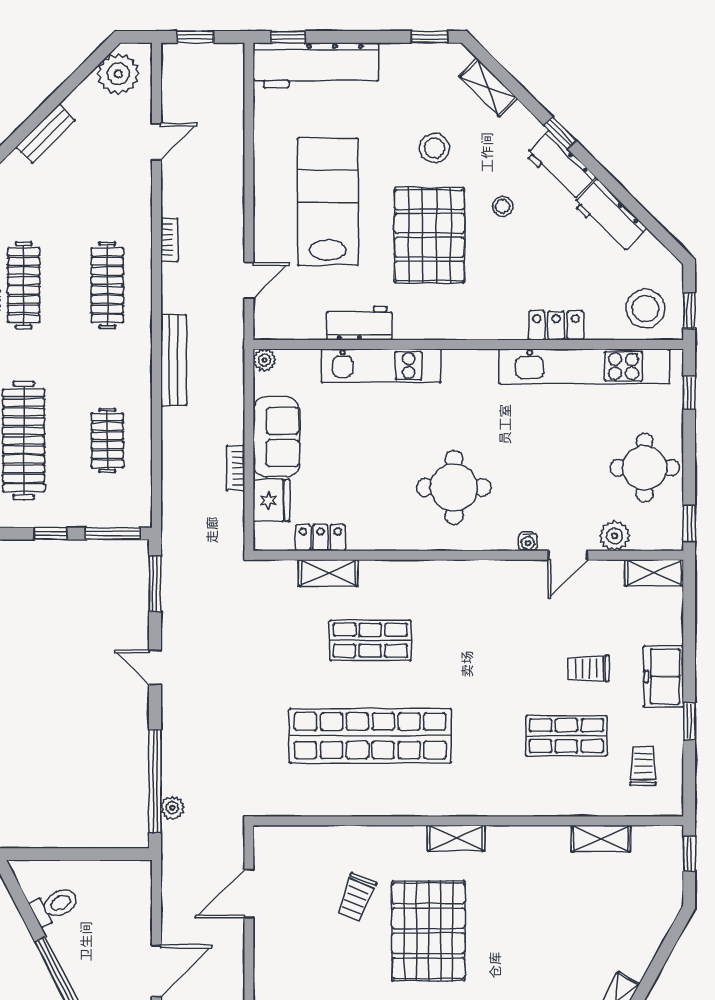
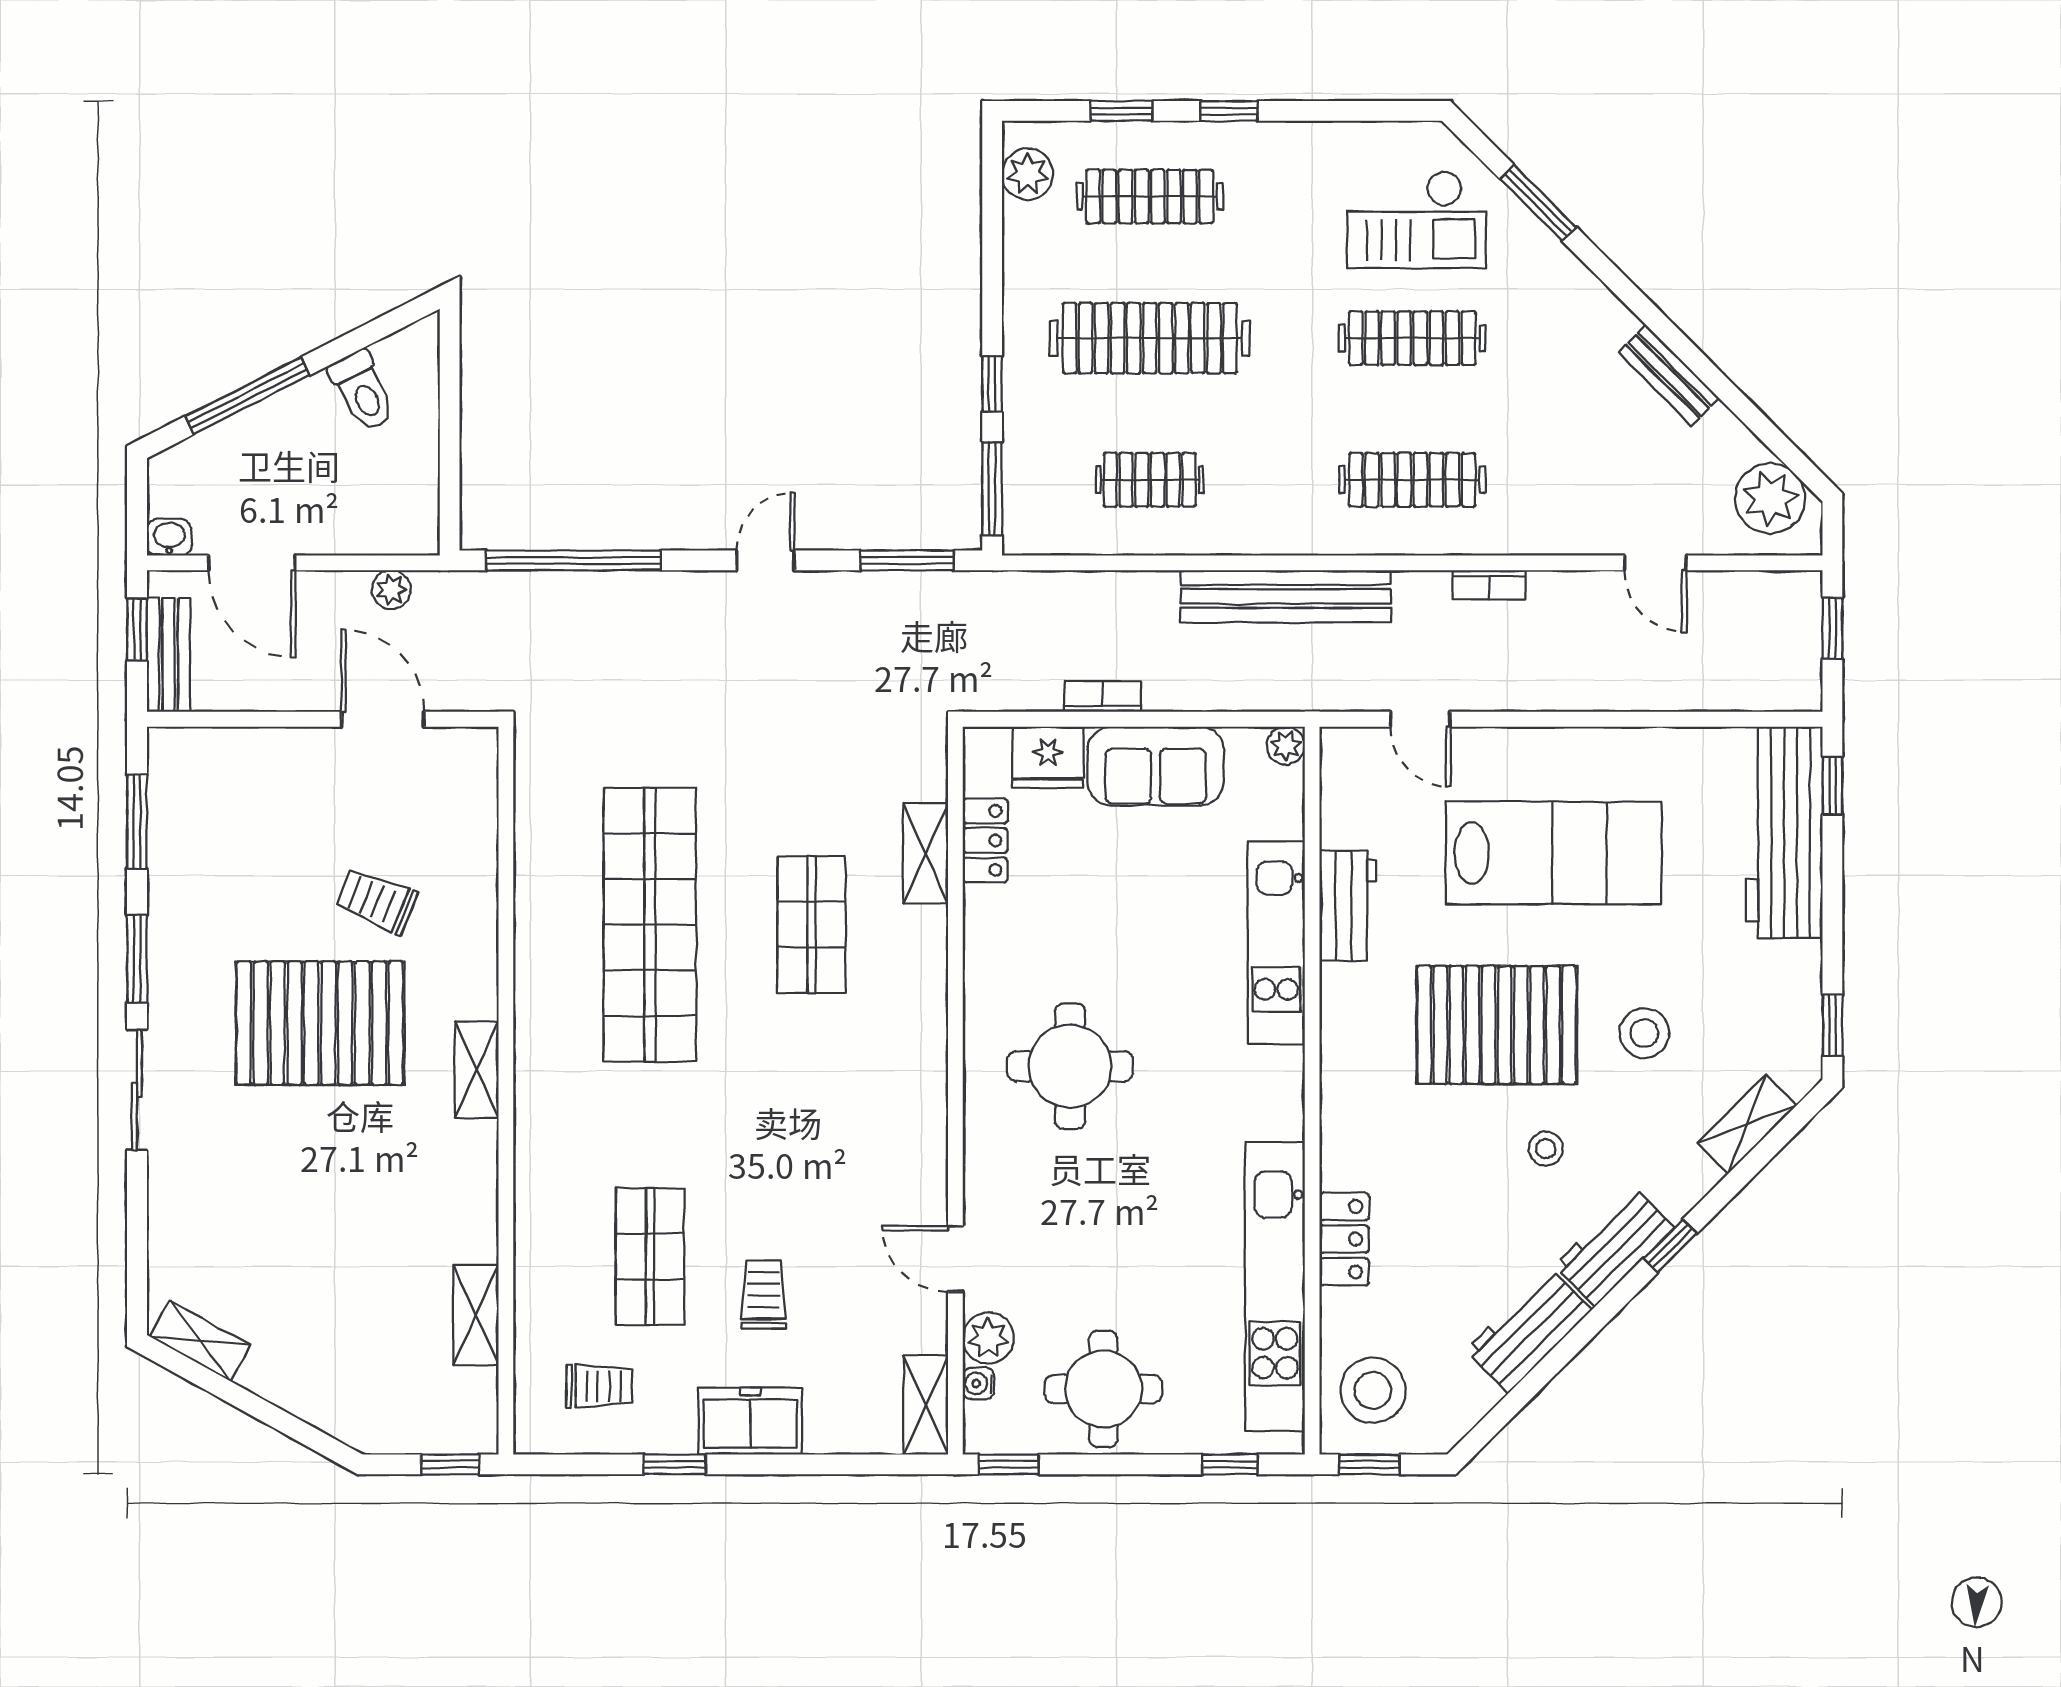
bench: (174, 360) -> (1286, 596), width x1.37, depth x1.21
water cooler: (528, 541) -> (979, 1383), moved
plant: (172, 808) -> (391, 590), moved

